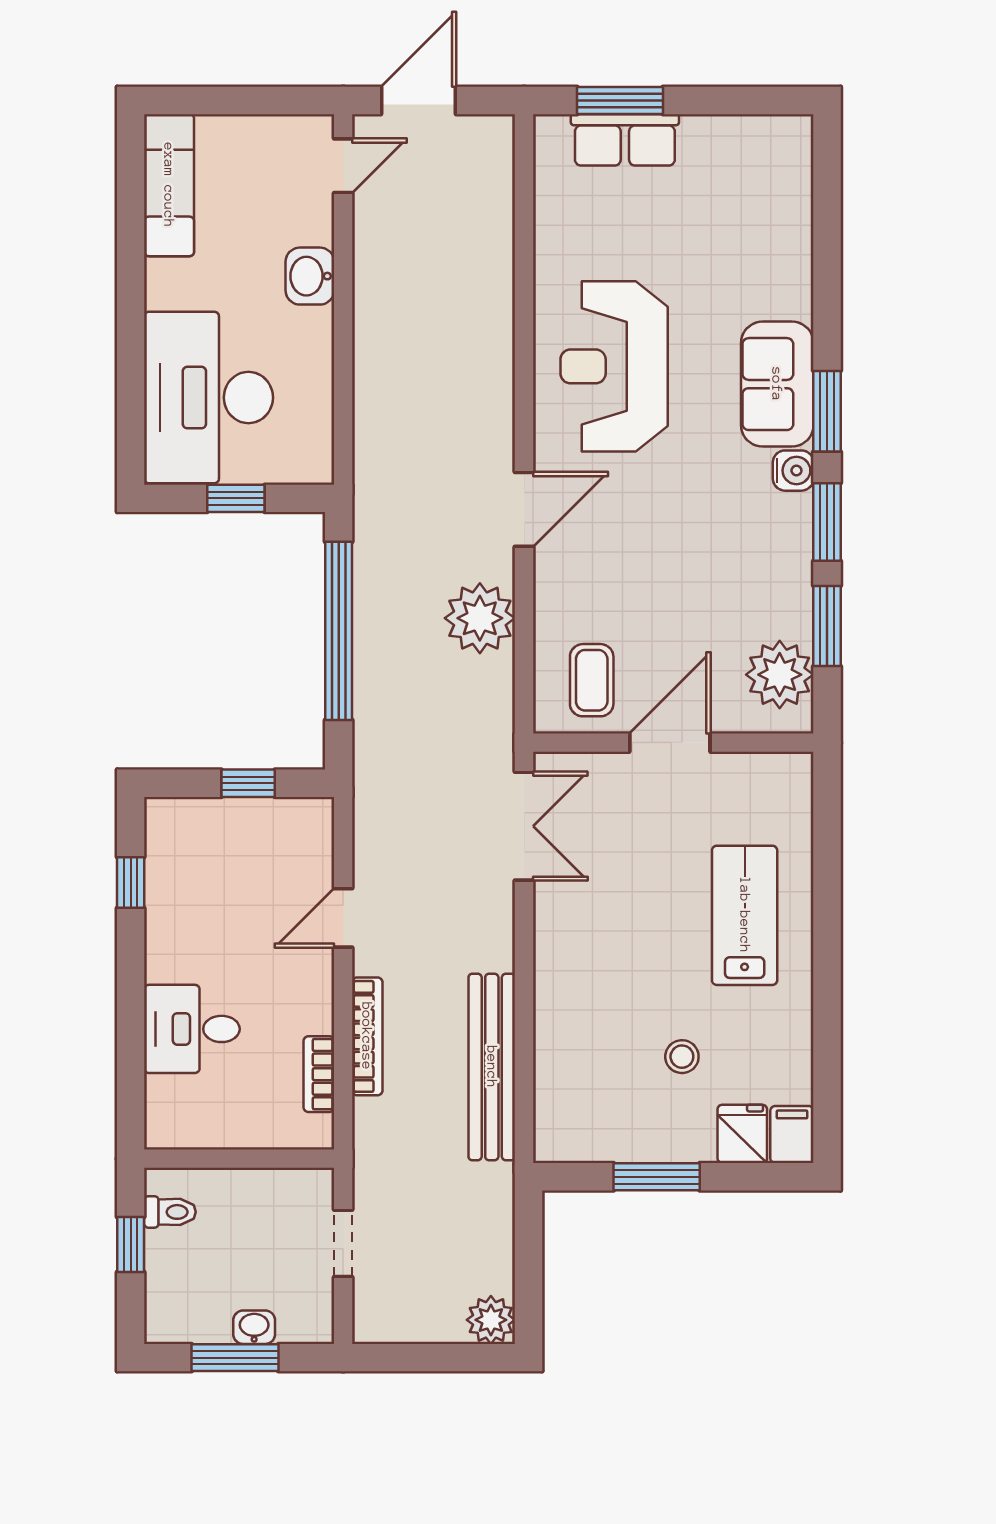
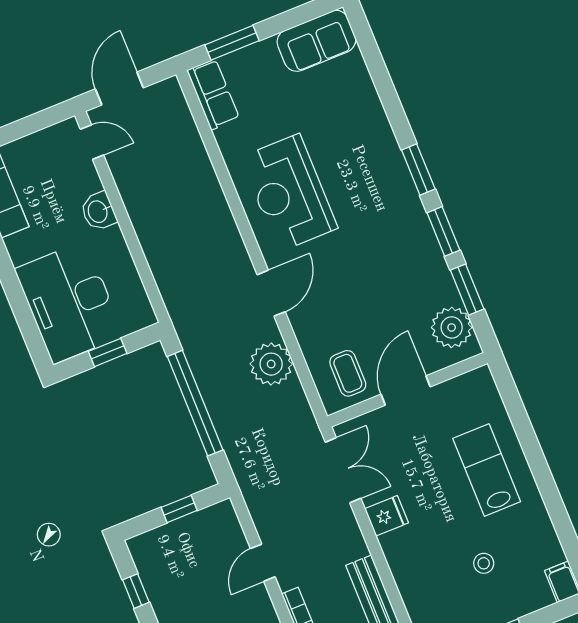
row of seats: (625, 140) -> (213, 94), moved, turned -90
door: (343, 166) -> (92, 142), hinge flipped
sofa: (777, 384) -> (316, 41), moved, turned -90
water cooler: (793, 471) -> (413, 210), removed
fridge: (742, 1134) -> (387, 516), moved, turned 90

